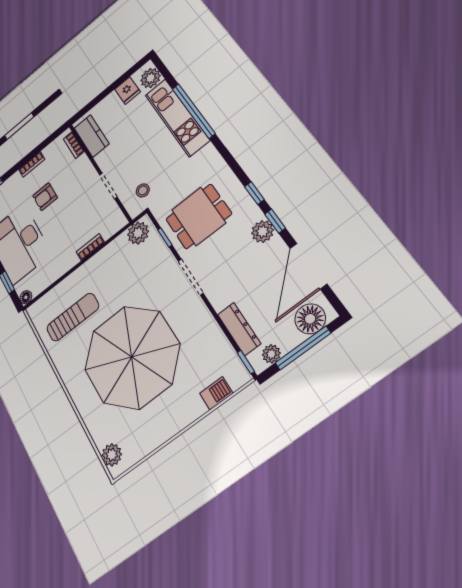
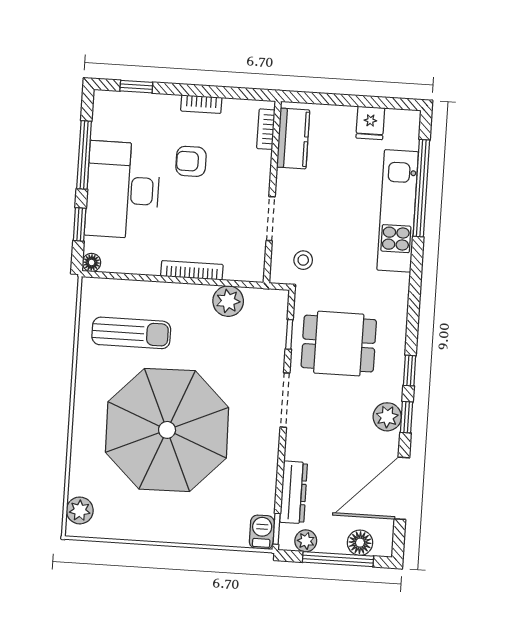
plant: (150, 78) -> (405, 134), removed
window: (193, 111) -> (421, 188), moved
plant: (138, 233) -> (228, 301), moved
bookcase: (90, 247) -> (192, 270), width x1.56
floor lamp: (310, 319) -> (360, 543), width x0.73, depth x0.73
barbecue: (216, 393) -> (262, 532), moved, turned -90

